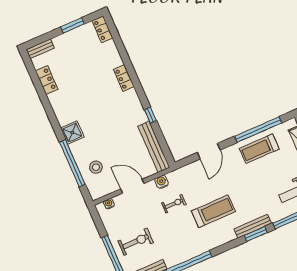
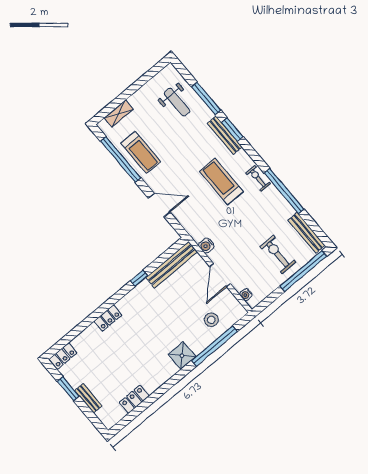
bench: (40, 49) -> (88, 398), moved
exercise bike: (174, 204) -> (258, 178), moved

